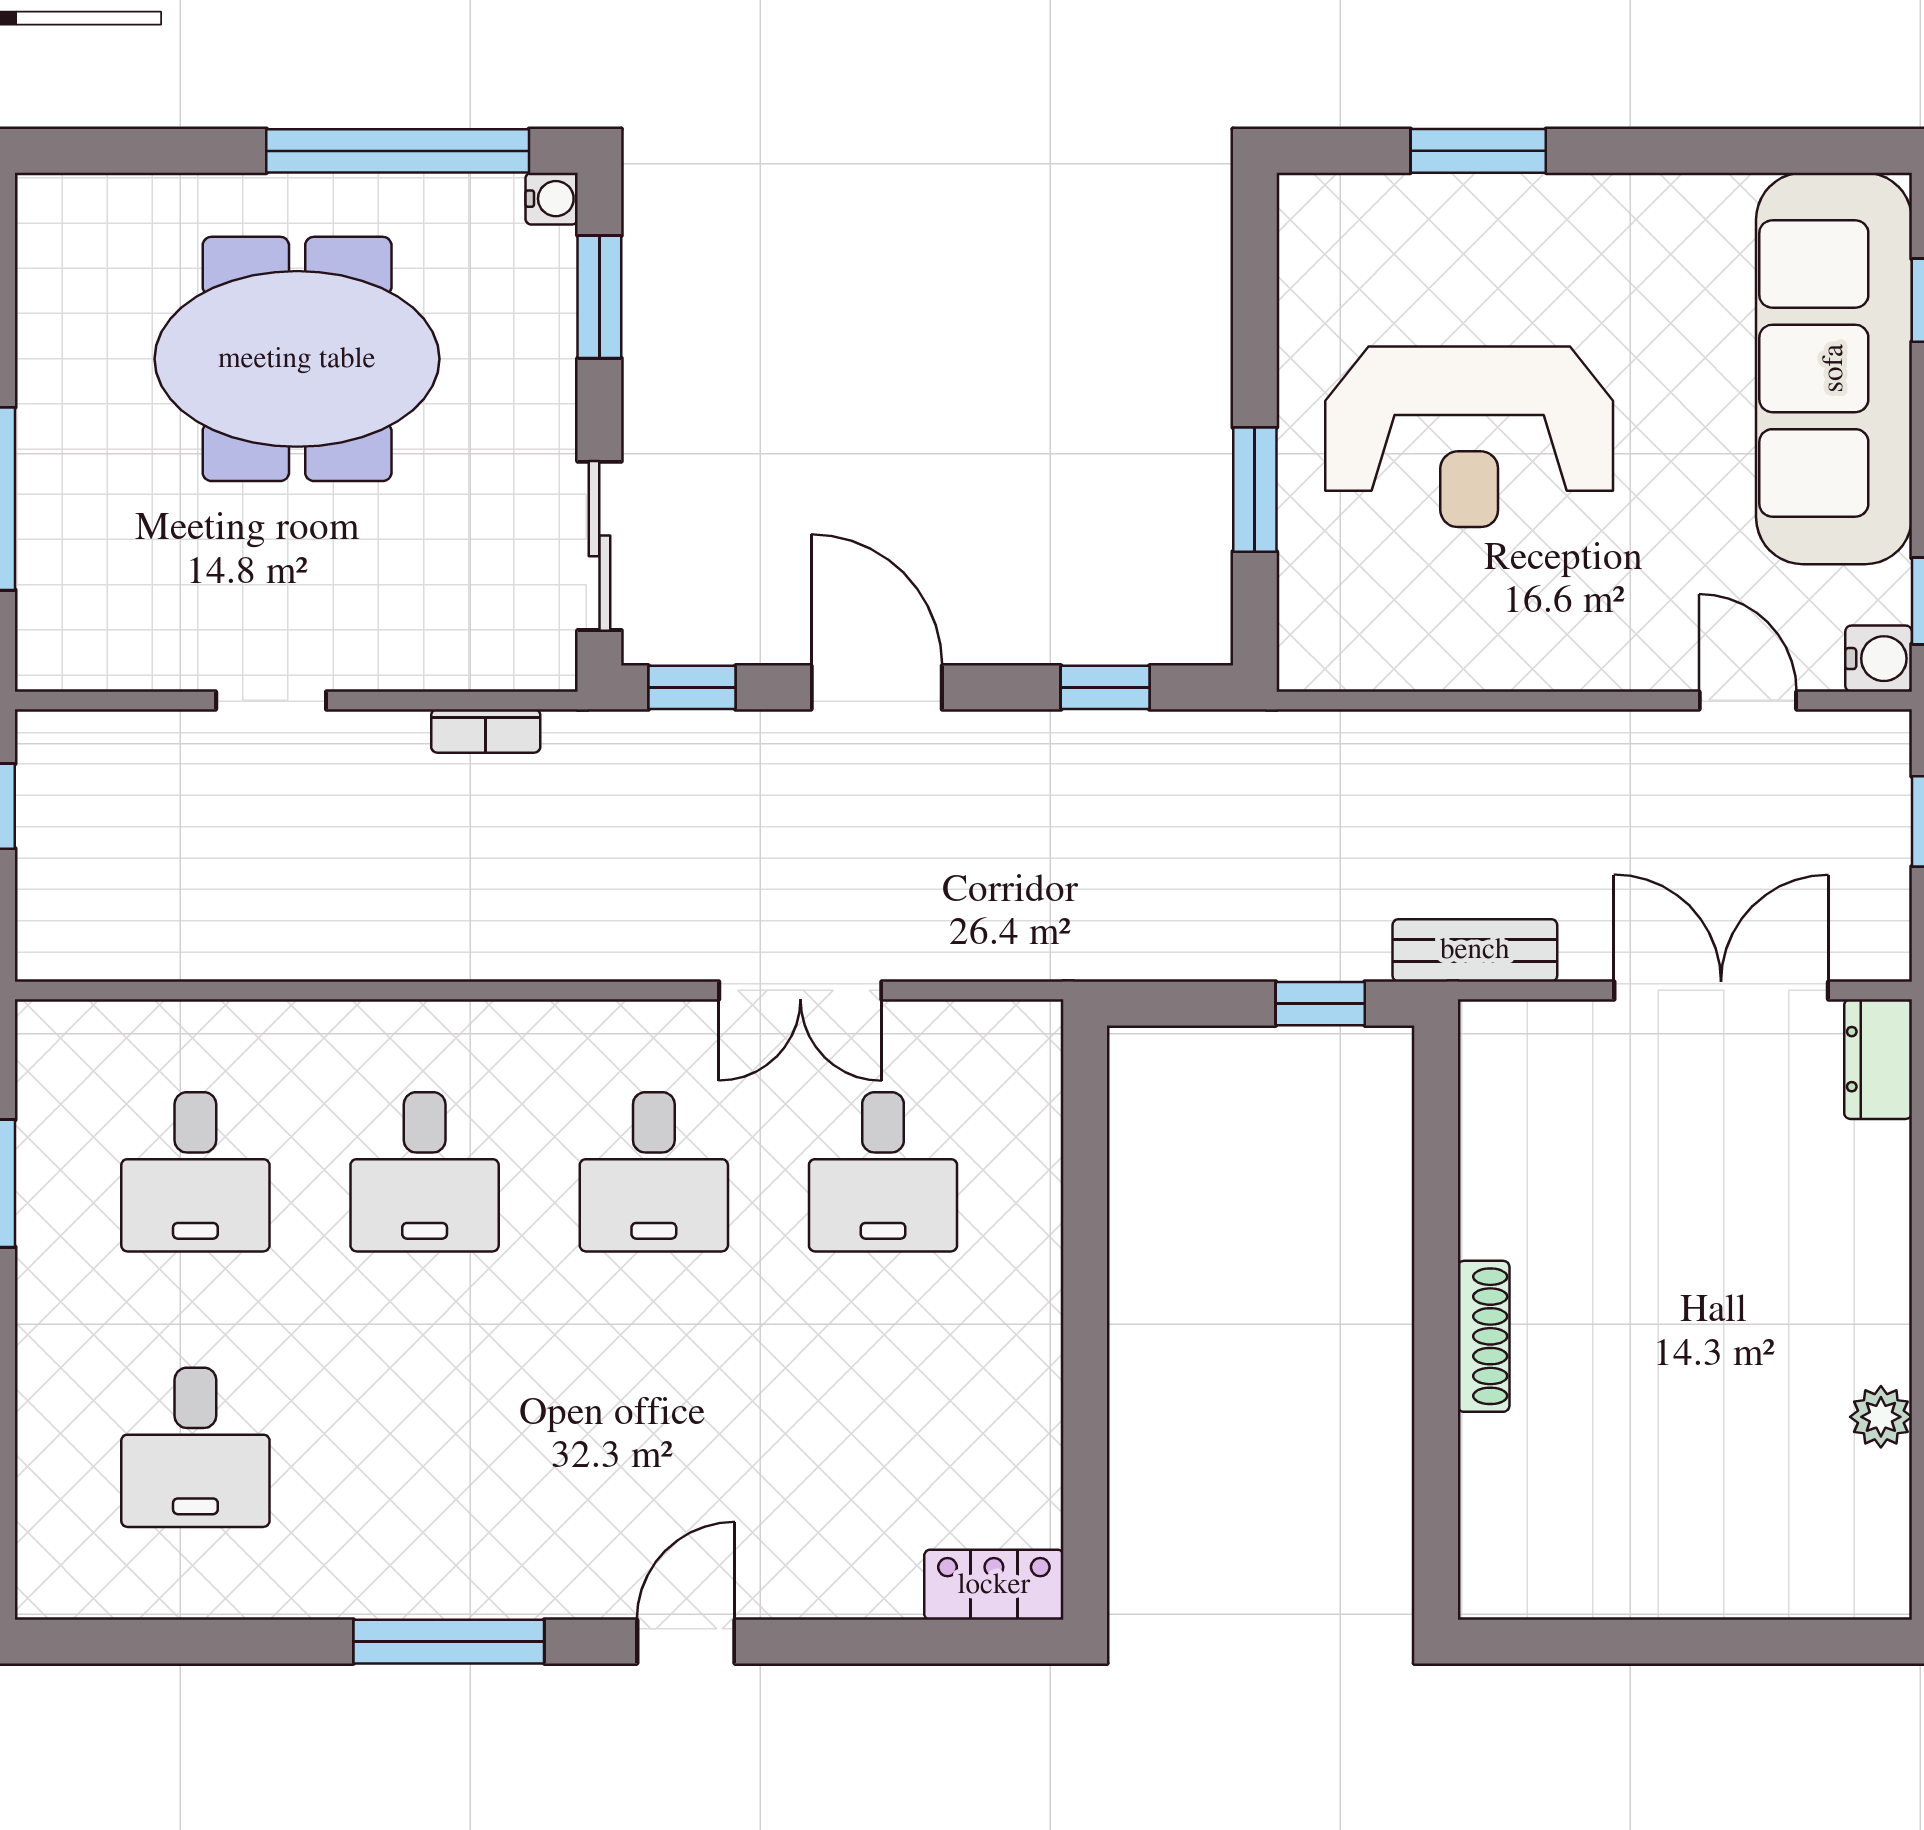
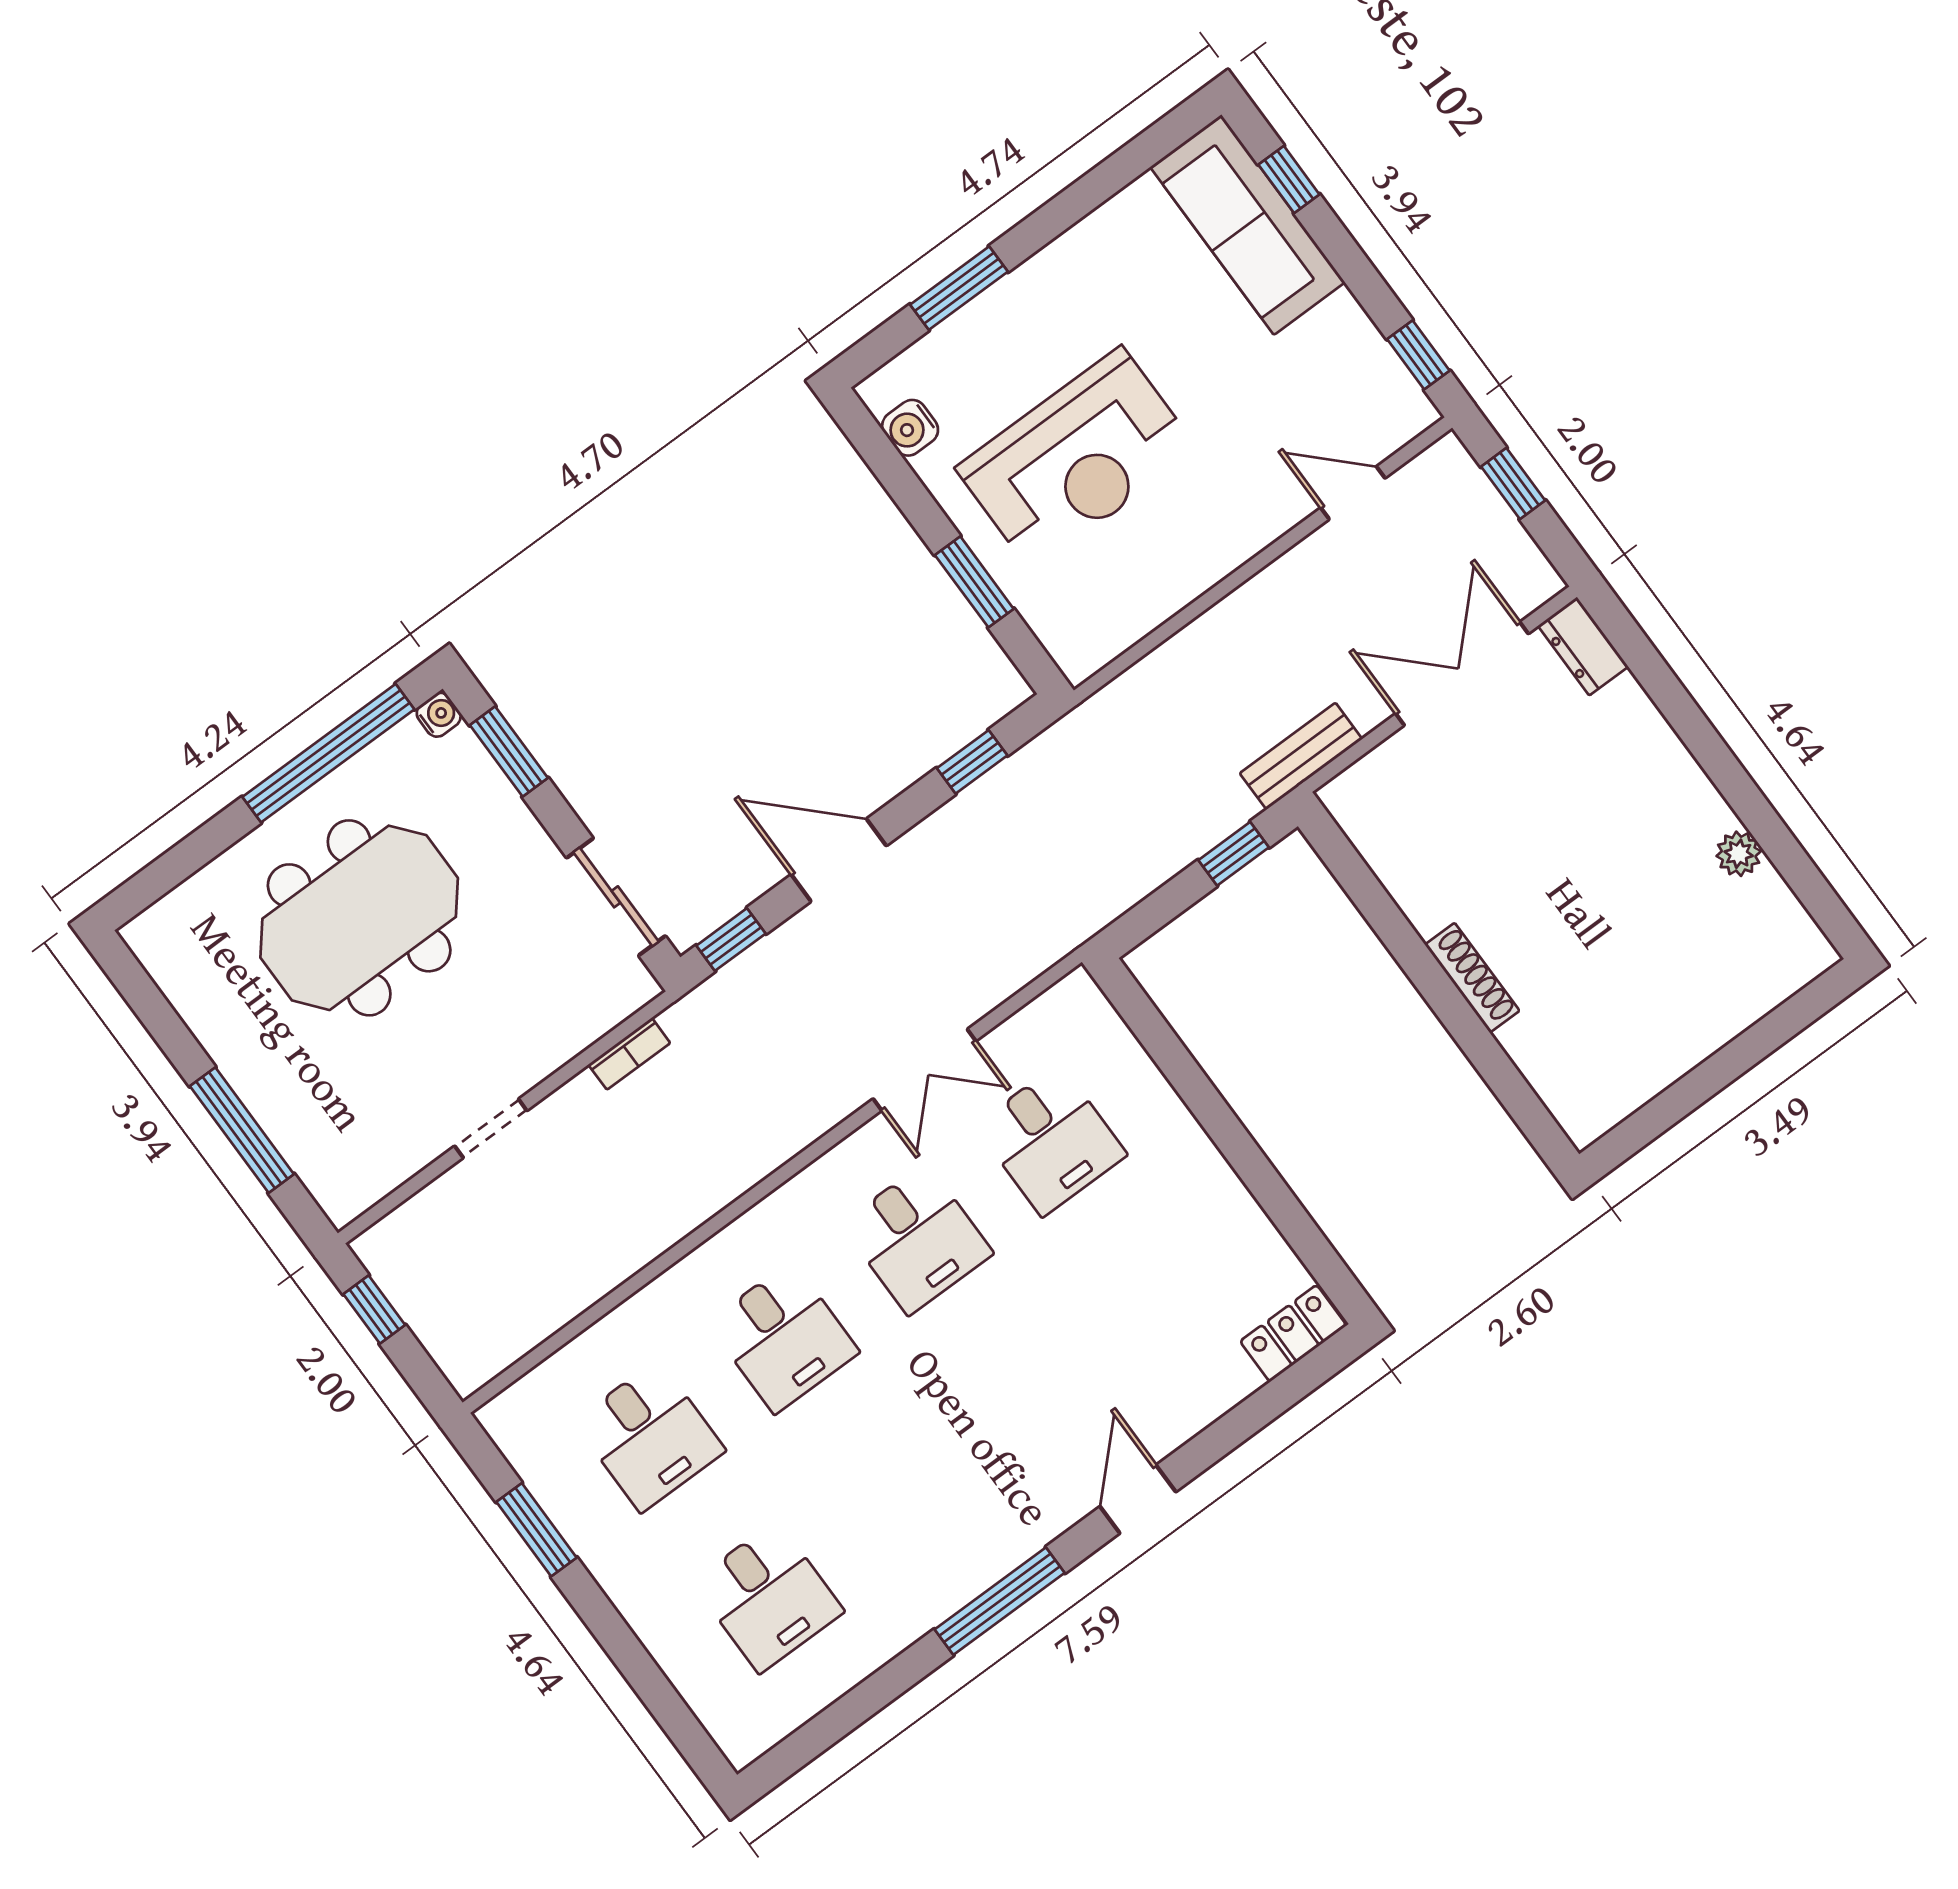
sofa: (1834, 368) -> (1248, 225), width x0.74, depth x0.79
water cooler: (1879, 659) -> (910, 428), moved, turned 180

